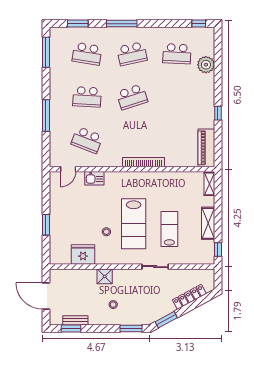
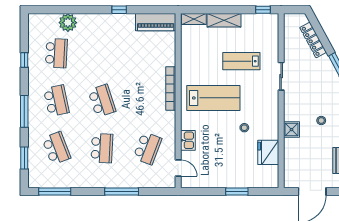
window: (199, 24) -> (24, 60), moved
school desk: (87, 54) -> (56, 148), turned -30
shelving: (208, 223) -> (224, 20), moved
lab bench: (134, 224) -> (213, 98), moved

